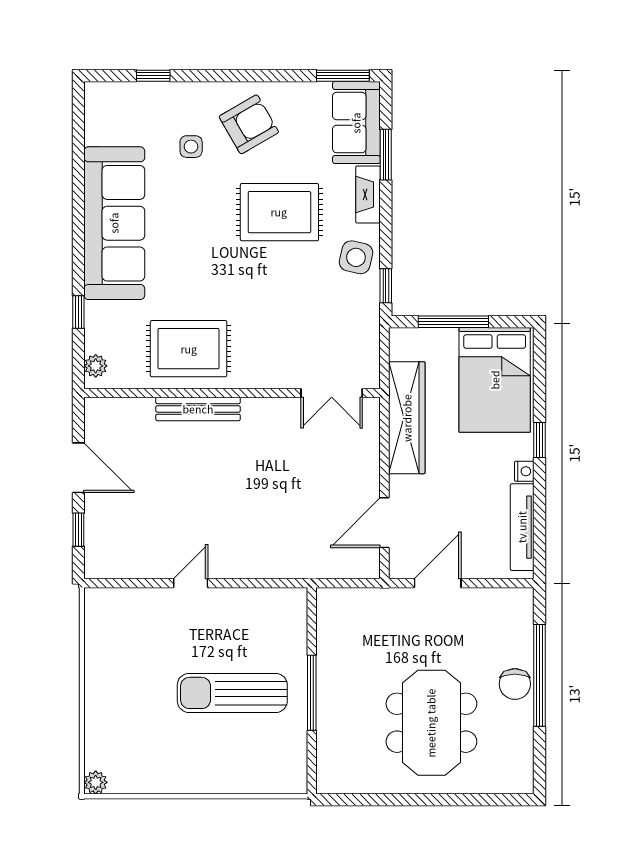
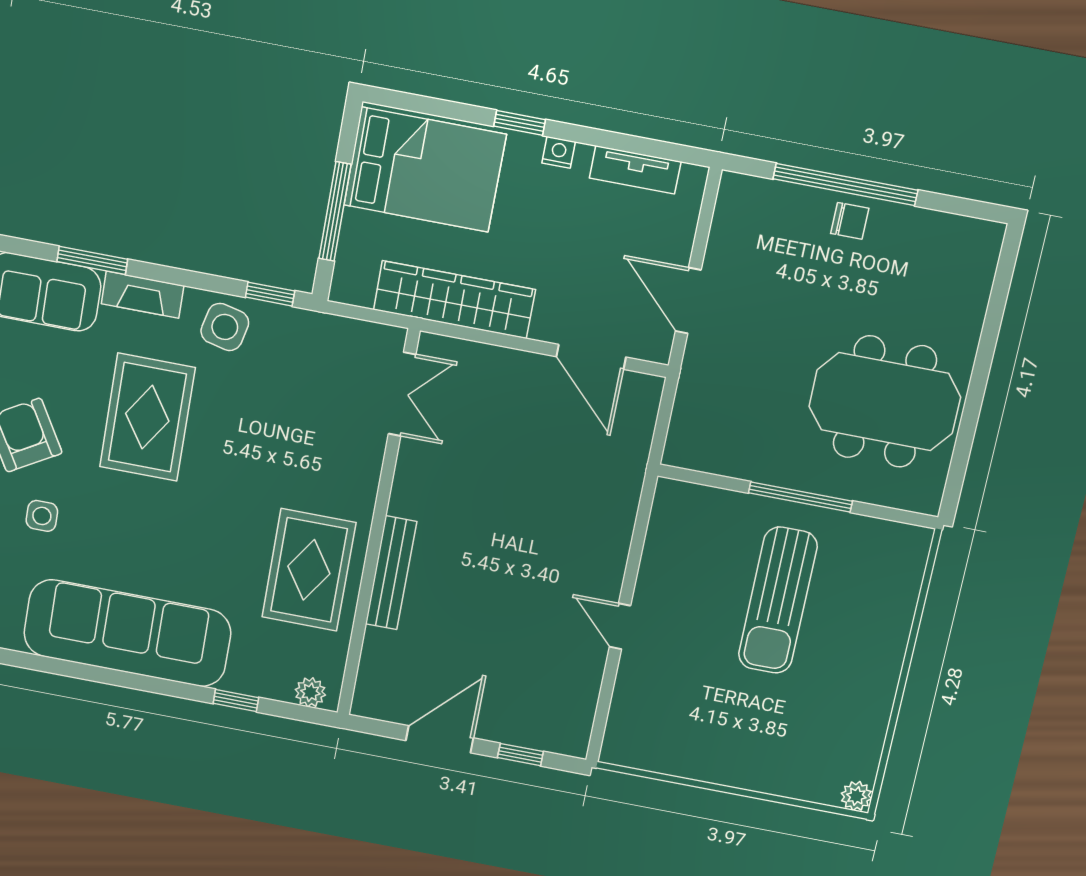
tv unit: (522, 527) -> (635, 170), width x0.71
chair: (515, 684) -> (850, 221), width x0.73, depth x0.73
meeting table: (431, 723) -> (885, 402), moved

